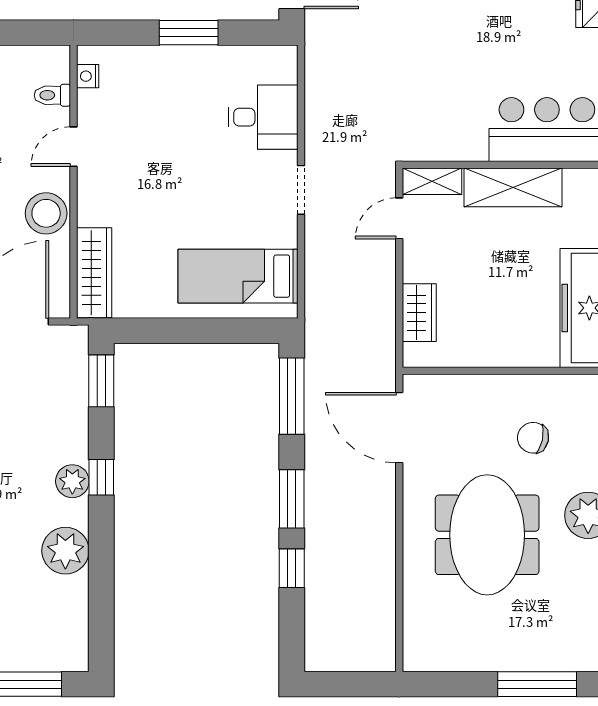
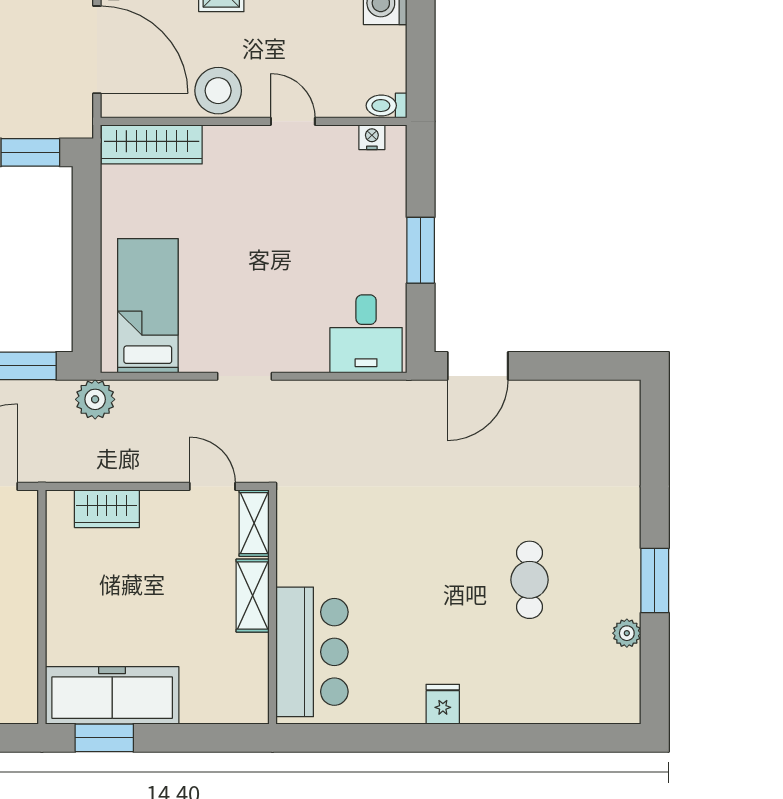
toilet: (52, 95) -> (387, 106), moved, turned -90
desk: (263, 117) -> (366, 334), moved
shelving: (513, 187) -> (253, 596), width x0.67, depth x0.75
plant: (322, 323) -> (95, 399), added

